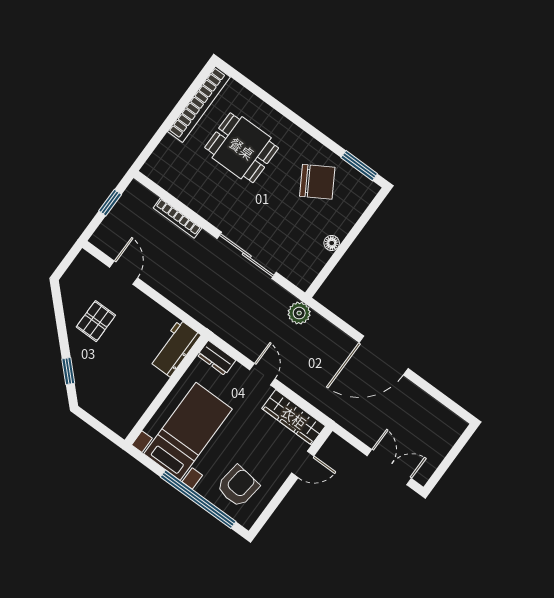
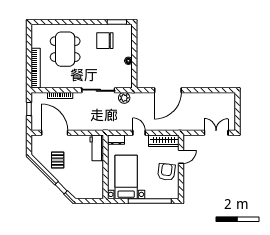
bookcase: (199, 104) -> (36, 68), moved
dining table: (242, 148) -> (65, 49), width x1.37
chair: (317, 182) -> (105, 41), turned -149
door: (124, 273) -> (55, 133), width x1.87
plant: (299, 313) -> (124, 98), moved
door: (384, 355) -> (168, 90), moved
armchair: (238, 486) -> (166, 172), moved

